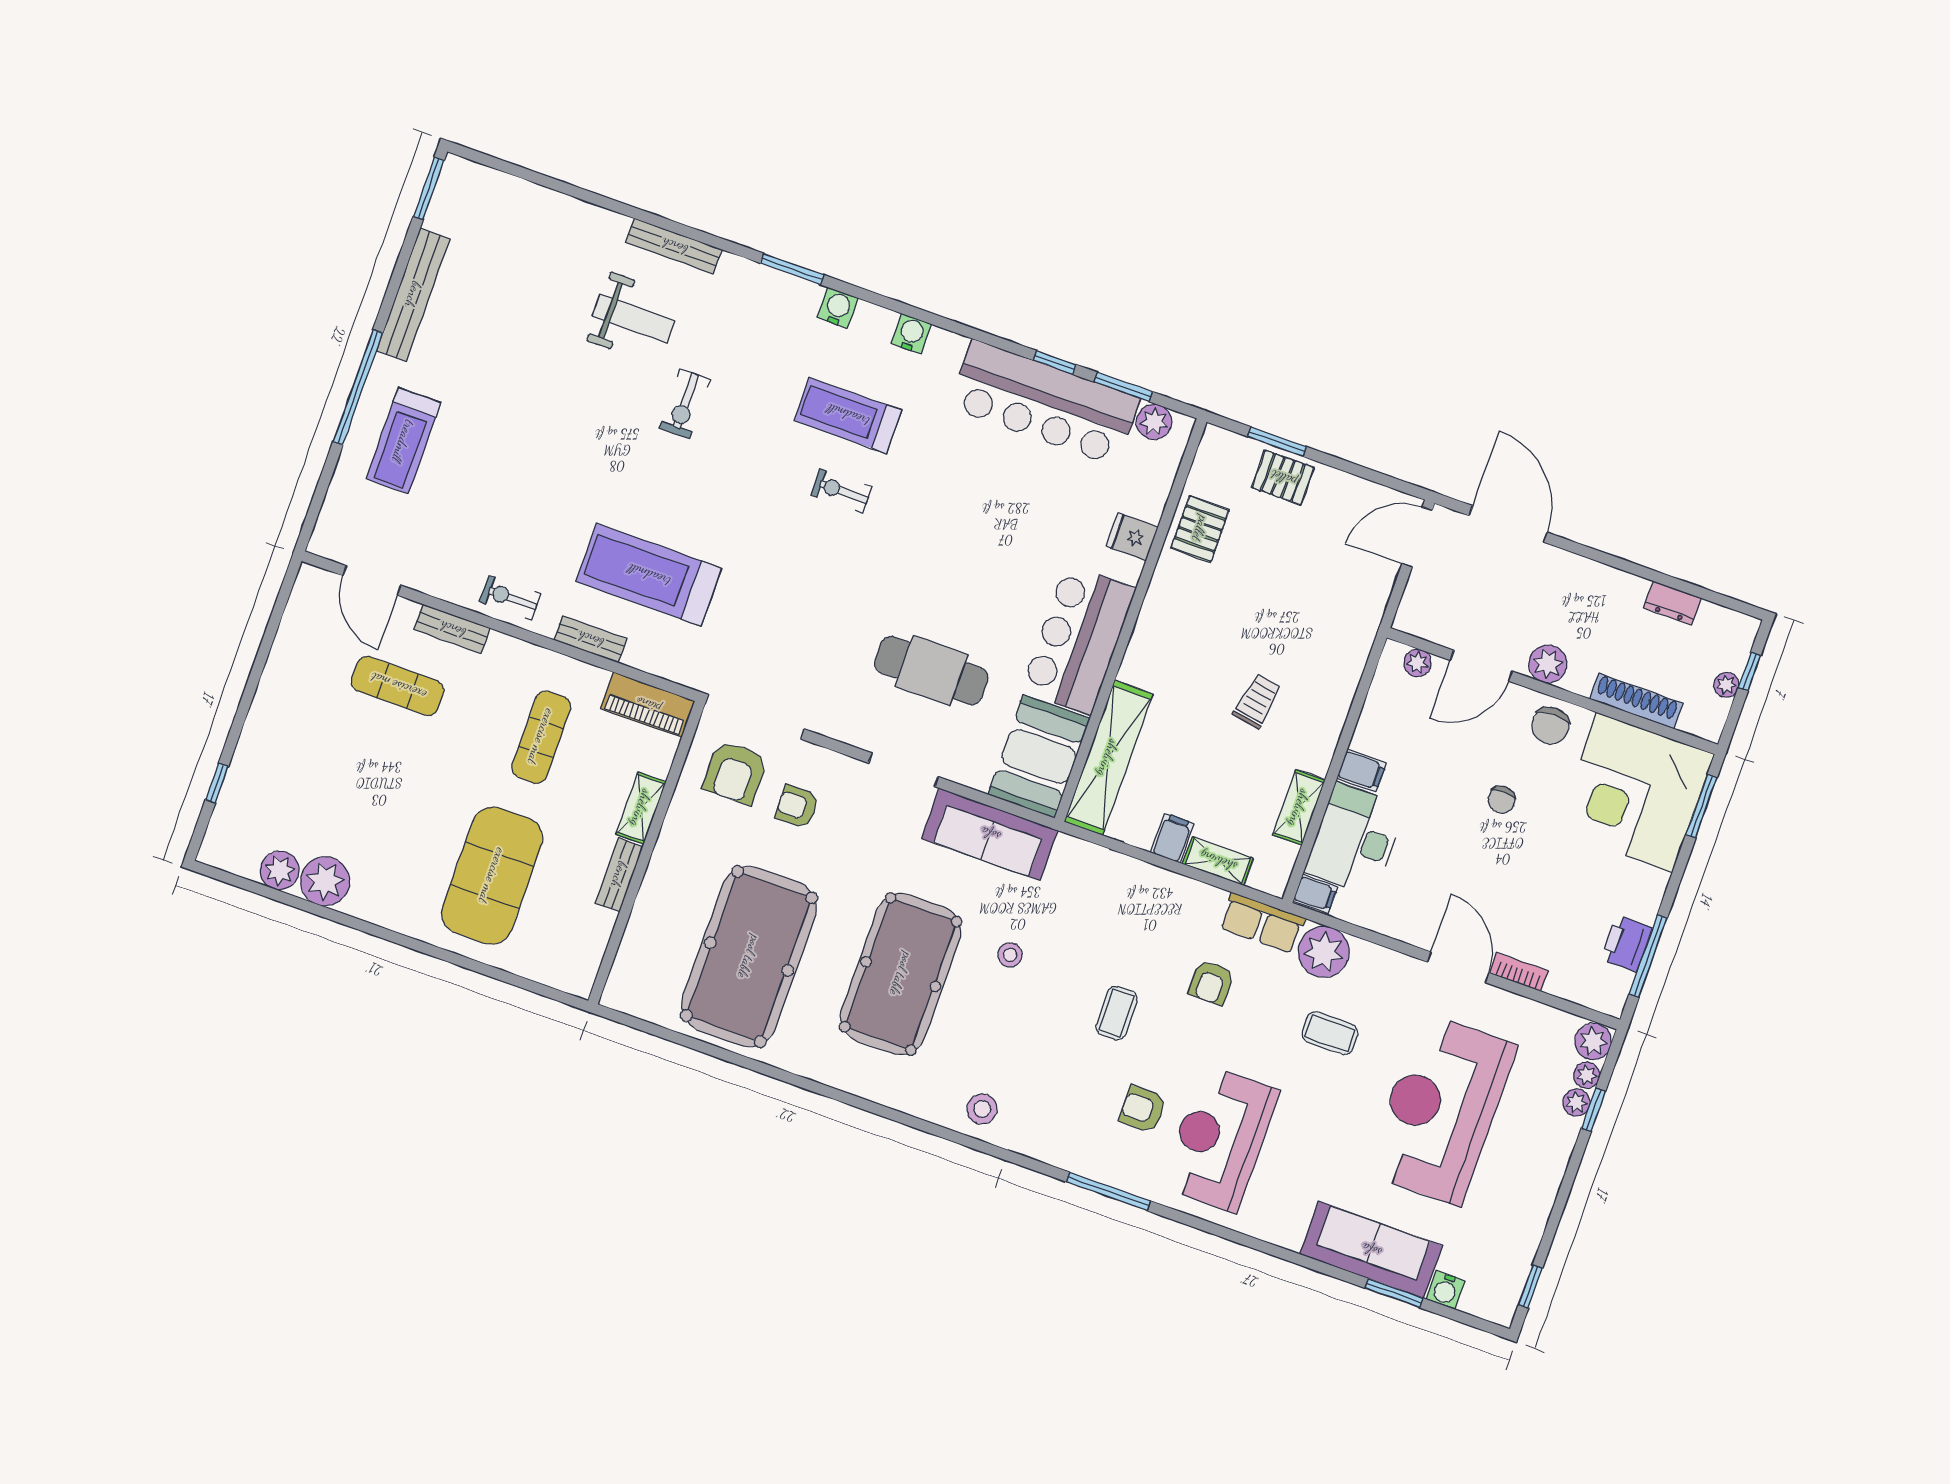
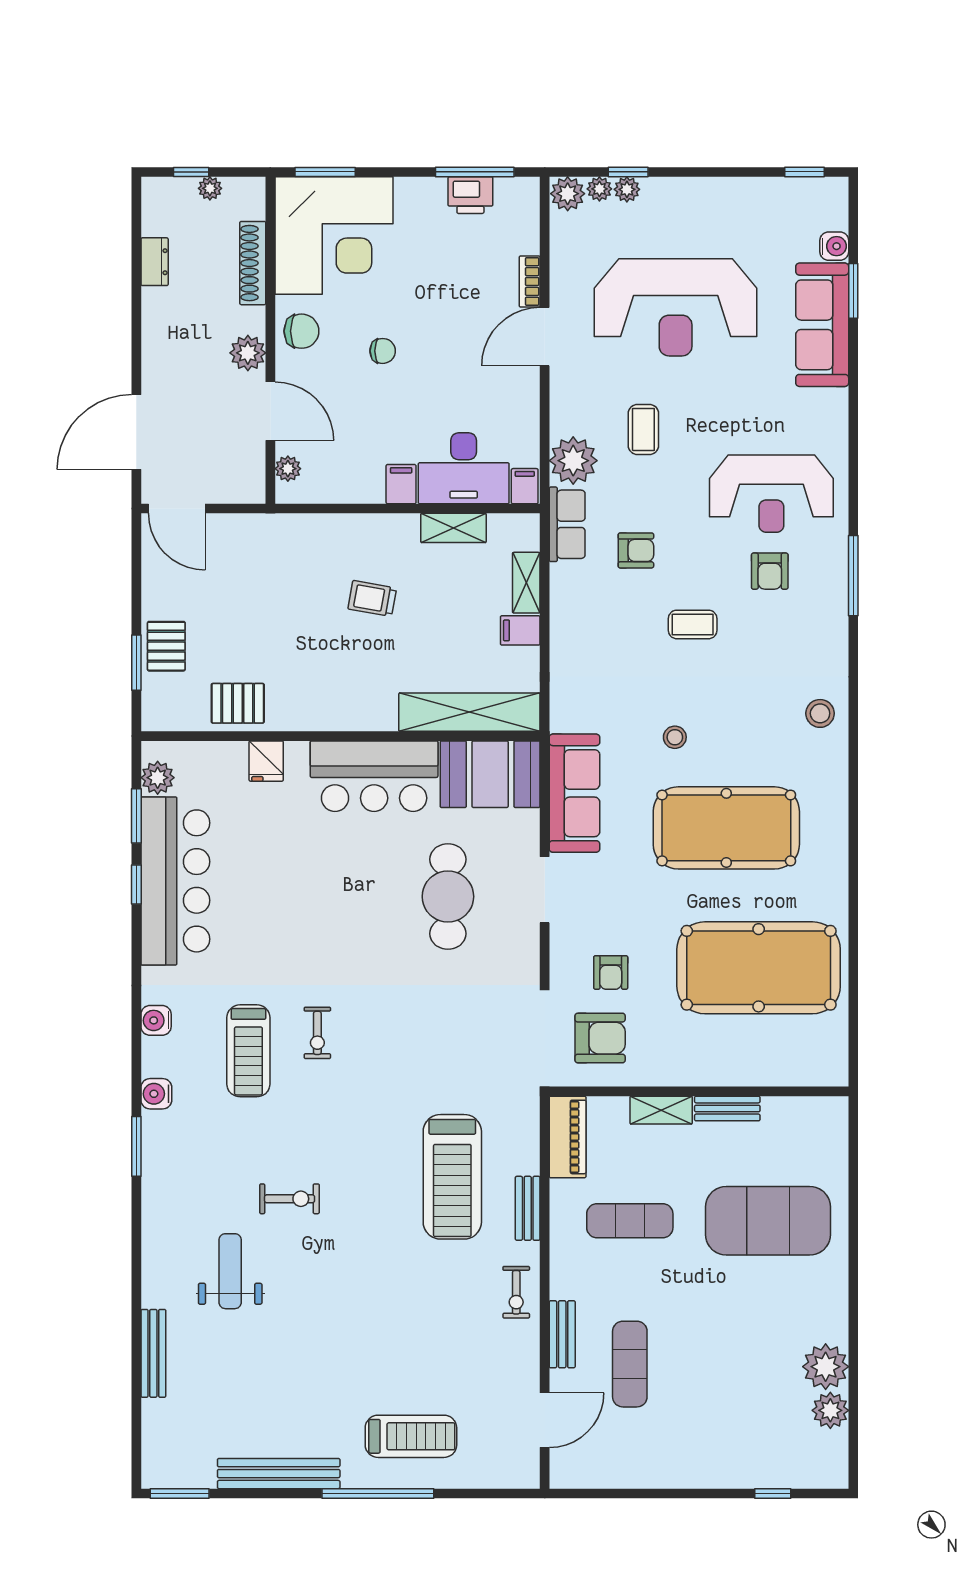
bench: (674, 246) -> (153, 1353), moved

